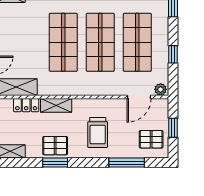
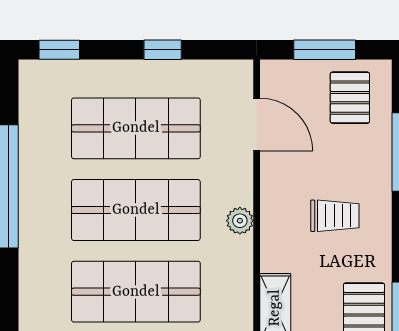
plant: (161, 89) -> (240, 221), moved
window: (173, 128) -> (325, 50), width x1.50
trolley: (98, 132) -> (335, 216), width x0.73, depth x0.72

